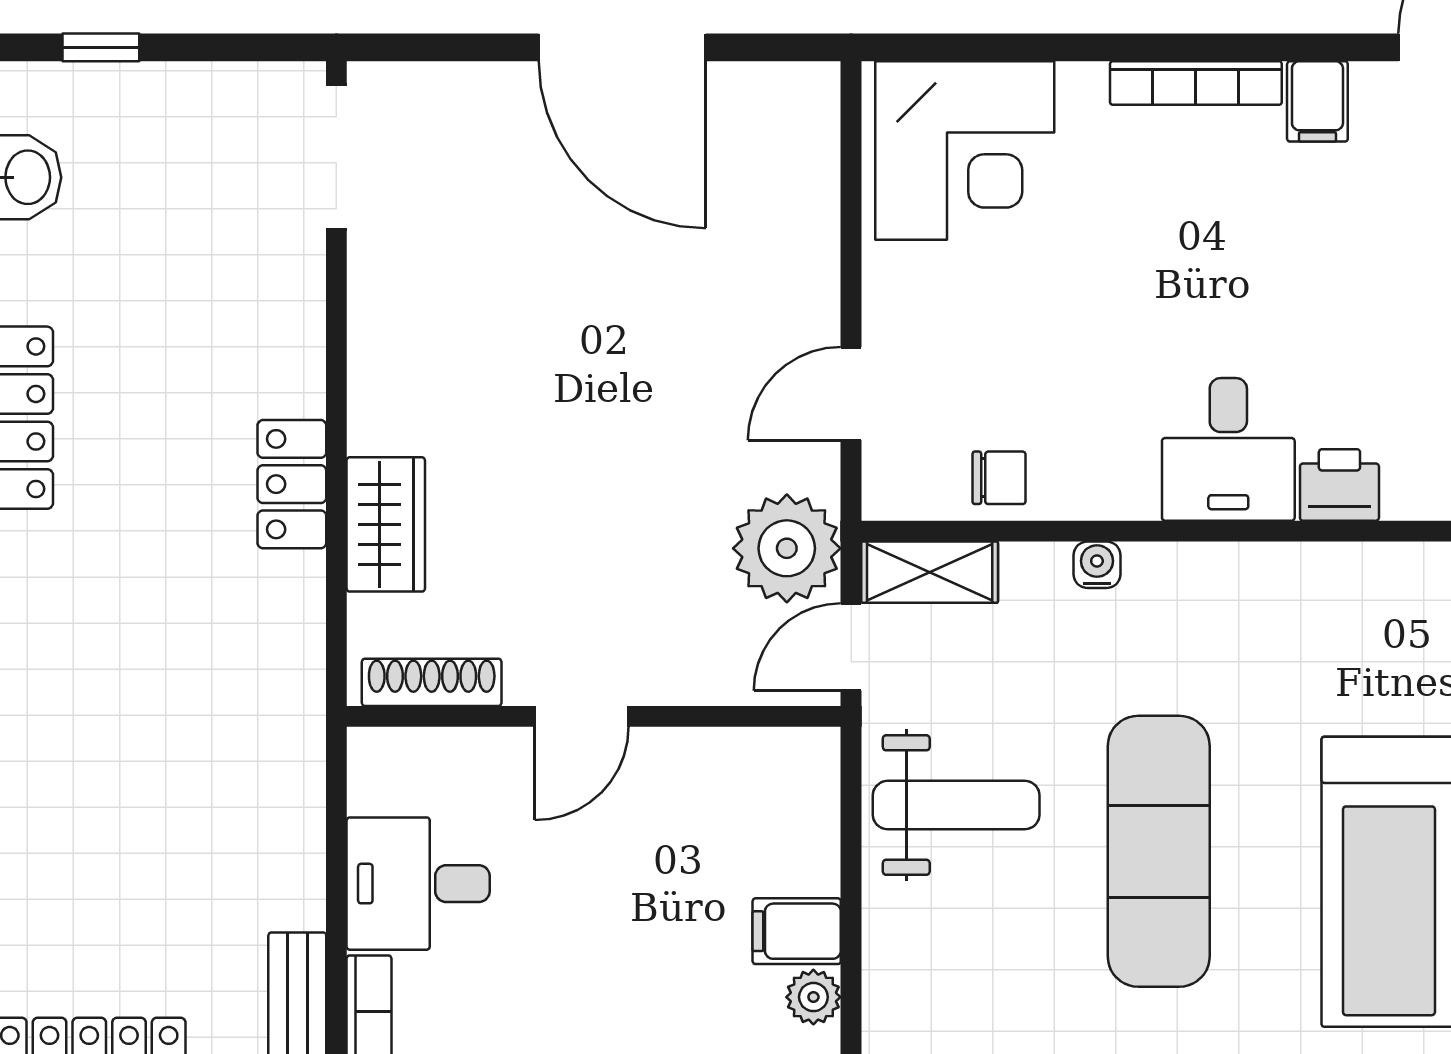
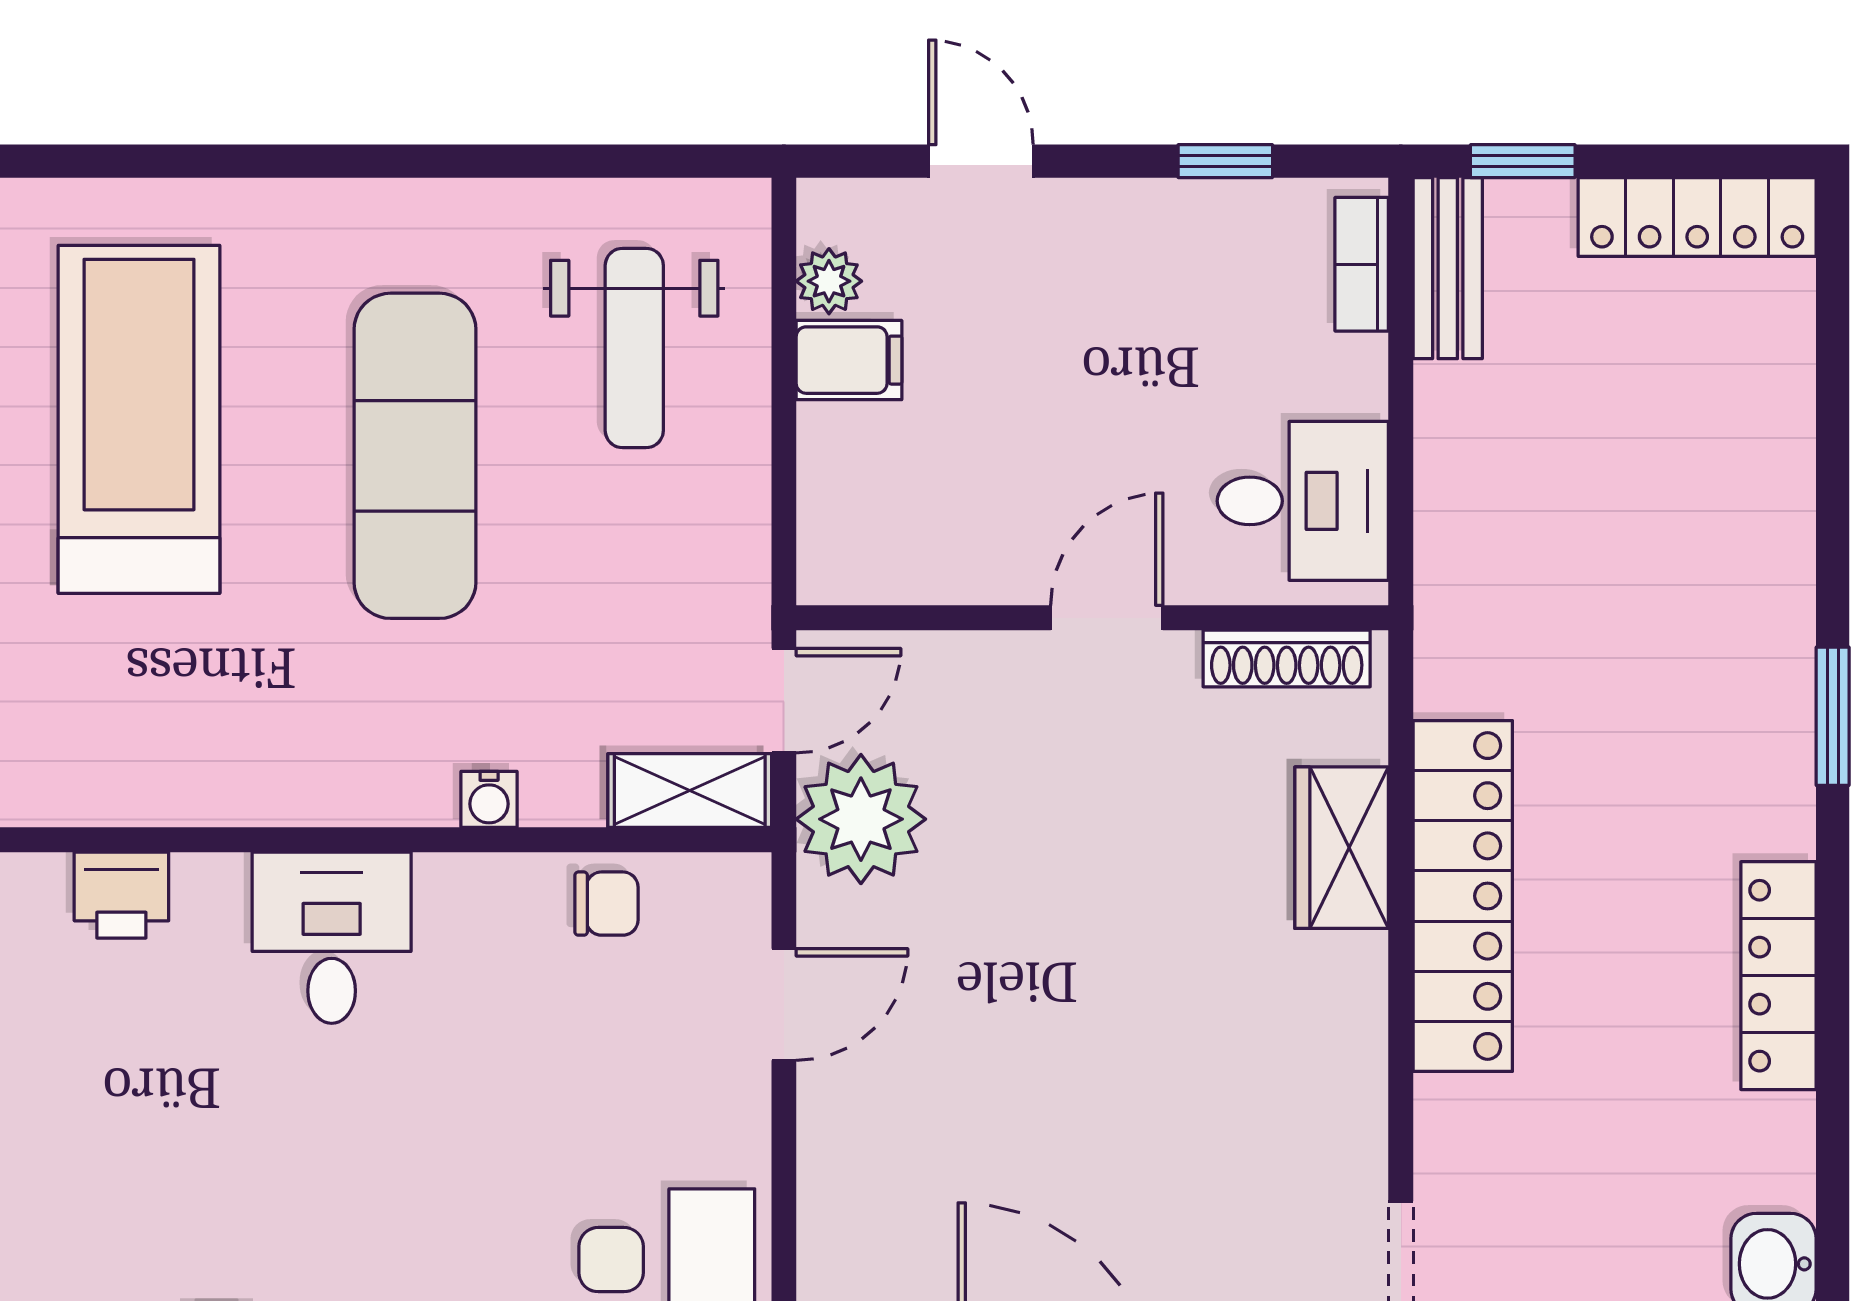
chair: (999, 478) -> (606, 904), turned 180
locker: (292, 484) -> (1463, 896), width x2.16, depth x1.21
printer: (1339, 485) -> (121, 895), moved
weight bench: (956, 805) -> (634, 348), moved, turned -90
desk: (418, 884) -> (1303, 501), moved

